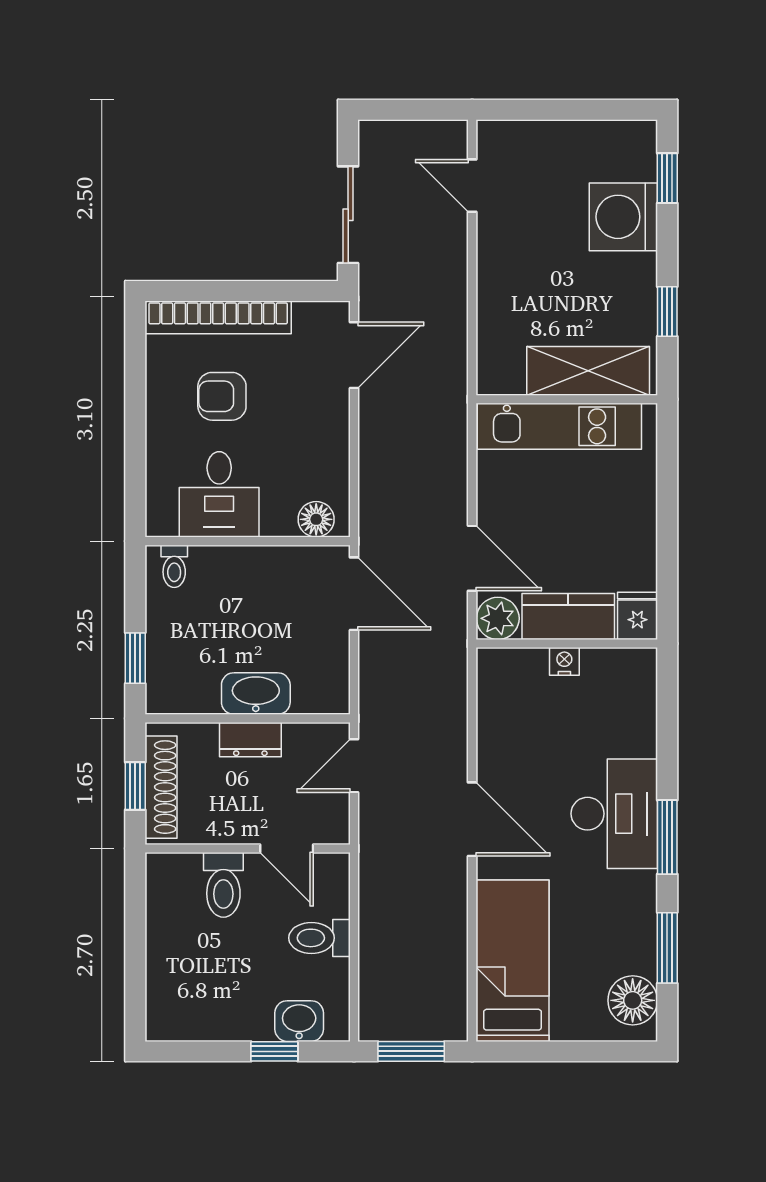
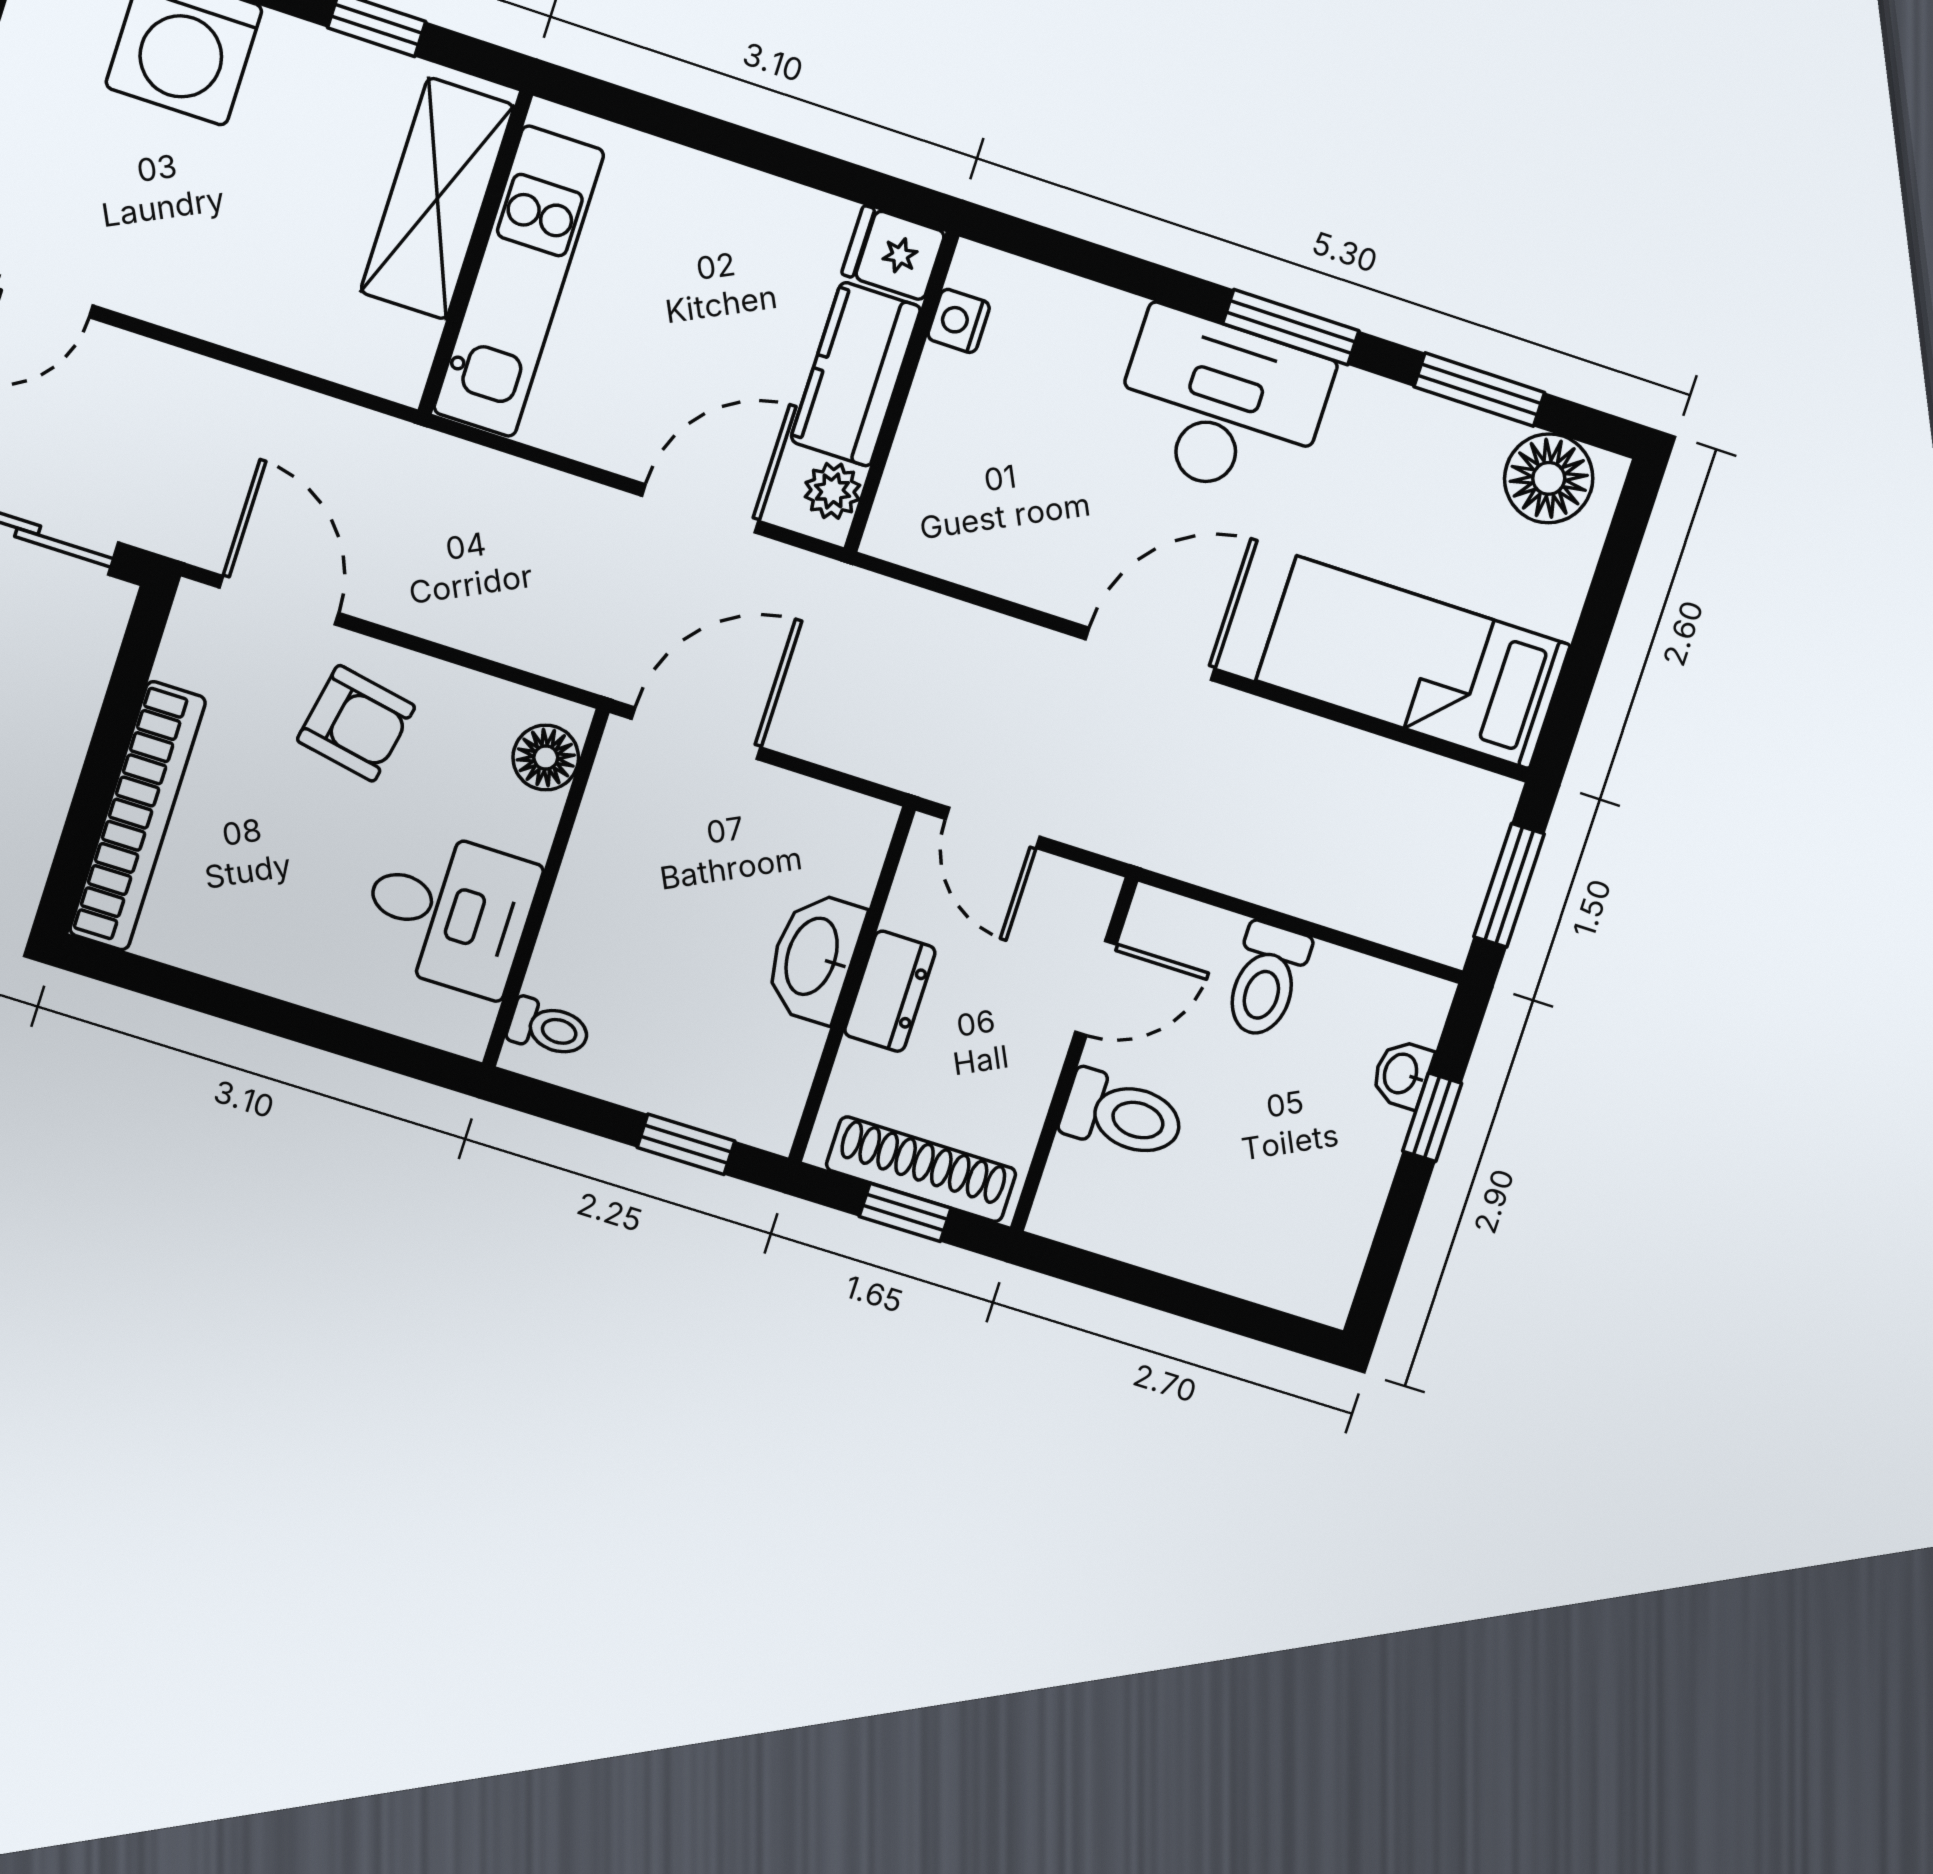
armchair: (222, 396) -> (356, 723), moved, turned -79
plant: (498, 618) -> (832, 491), width x0.73, depth x0.73
nightstand: (564, 661) -> (959, 321), moved
washbasin: (299, 1021) -> (1402, 1074), width x0.72, depth x0.69

